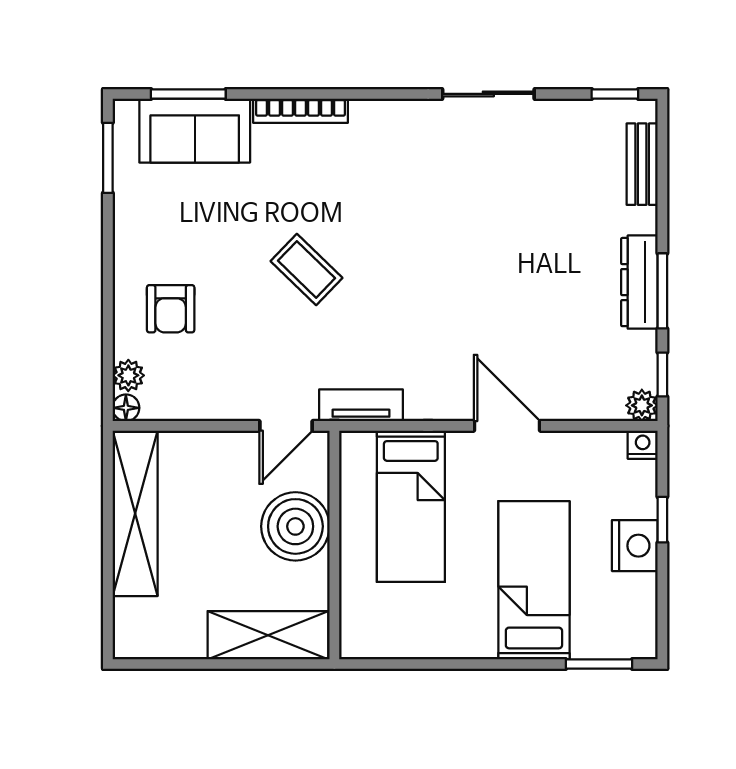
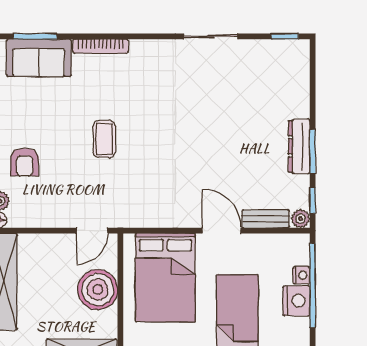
bench: (642, 164) -> (266, 219), moved, turned 90
coffee table: (307, 269) -> (104, 139), turned 46
tv unit: (361, 405) -> (136, 219), removed
nightstand: (643, 445) -> (301, 275), moved, turned 90
bed: (411, 506) -> (165, 278), width x1.50
window: (662, 520) -> (313, 286), width x3.17

